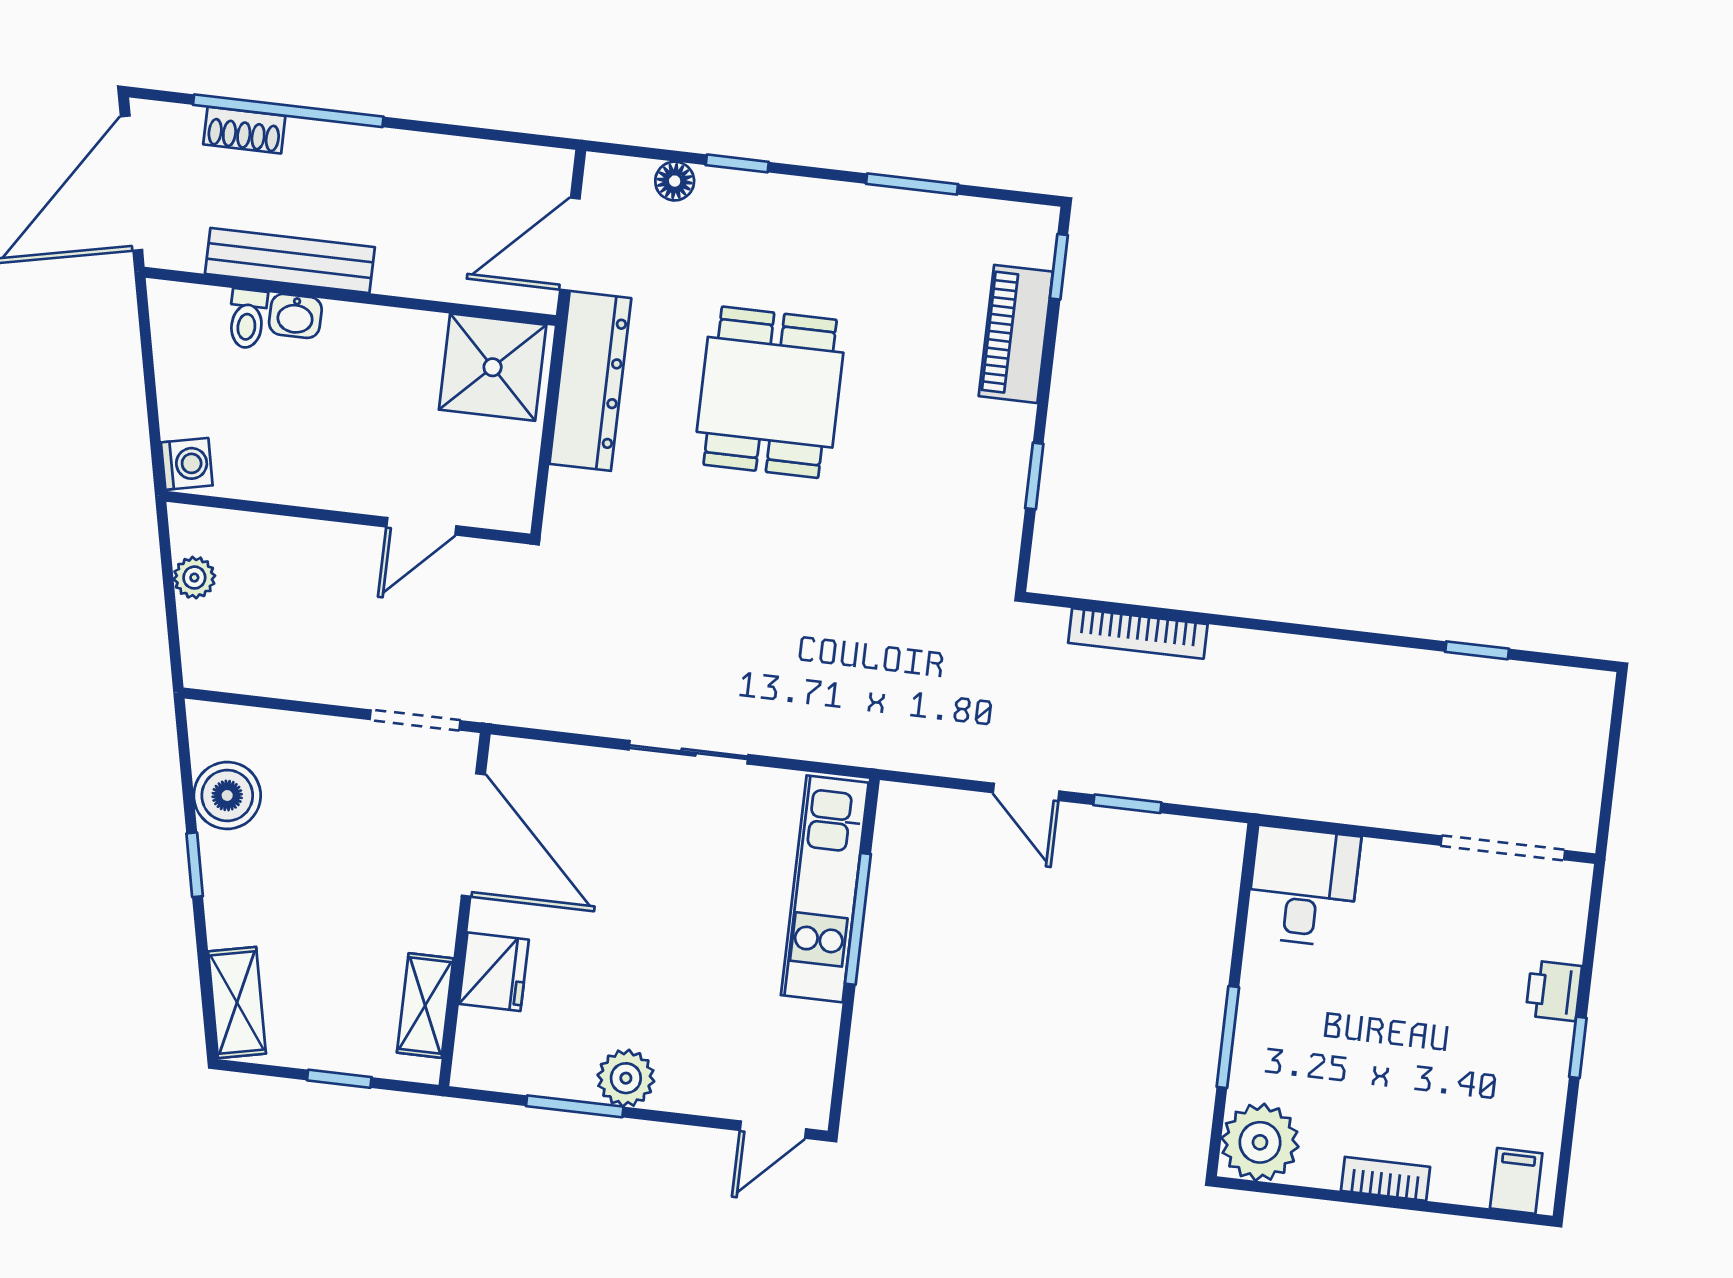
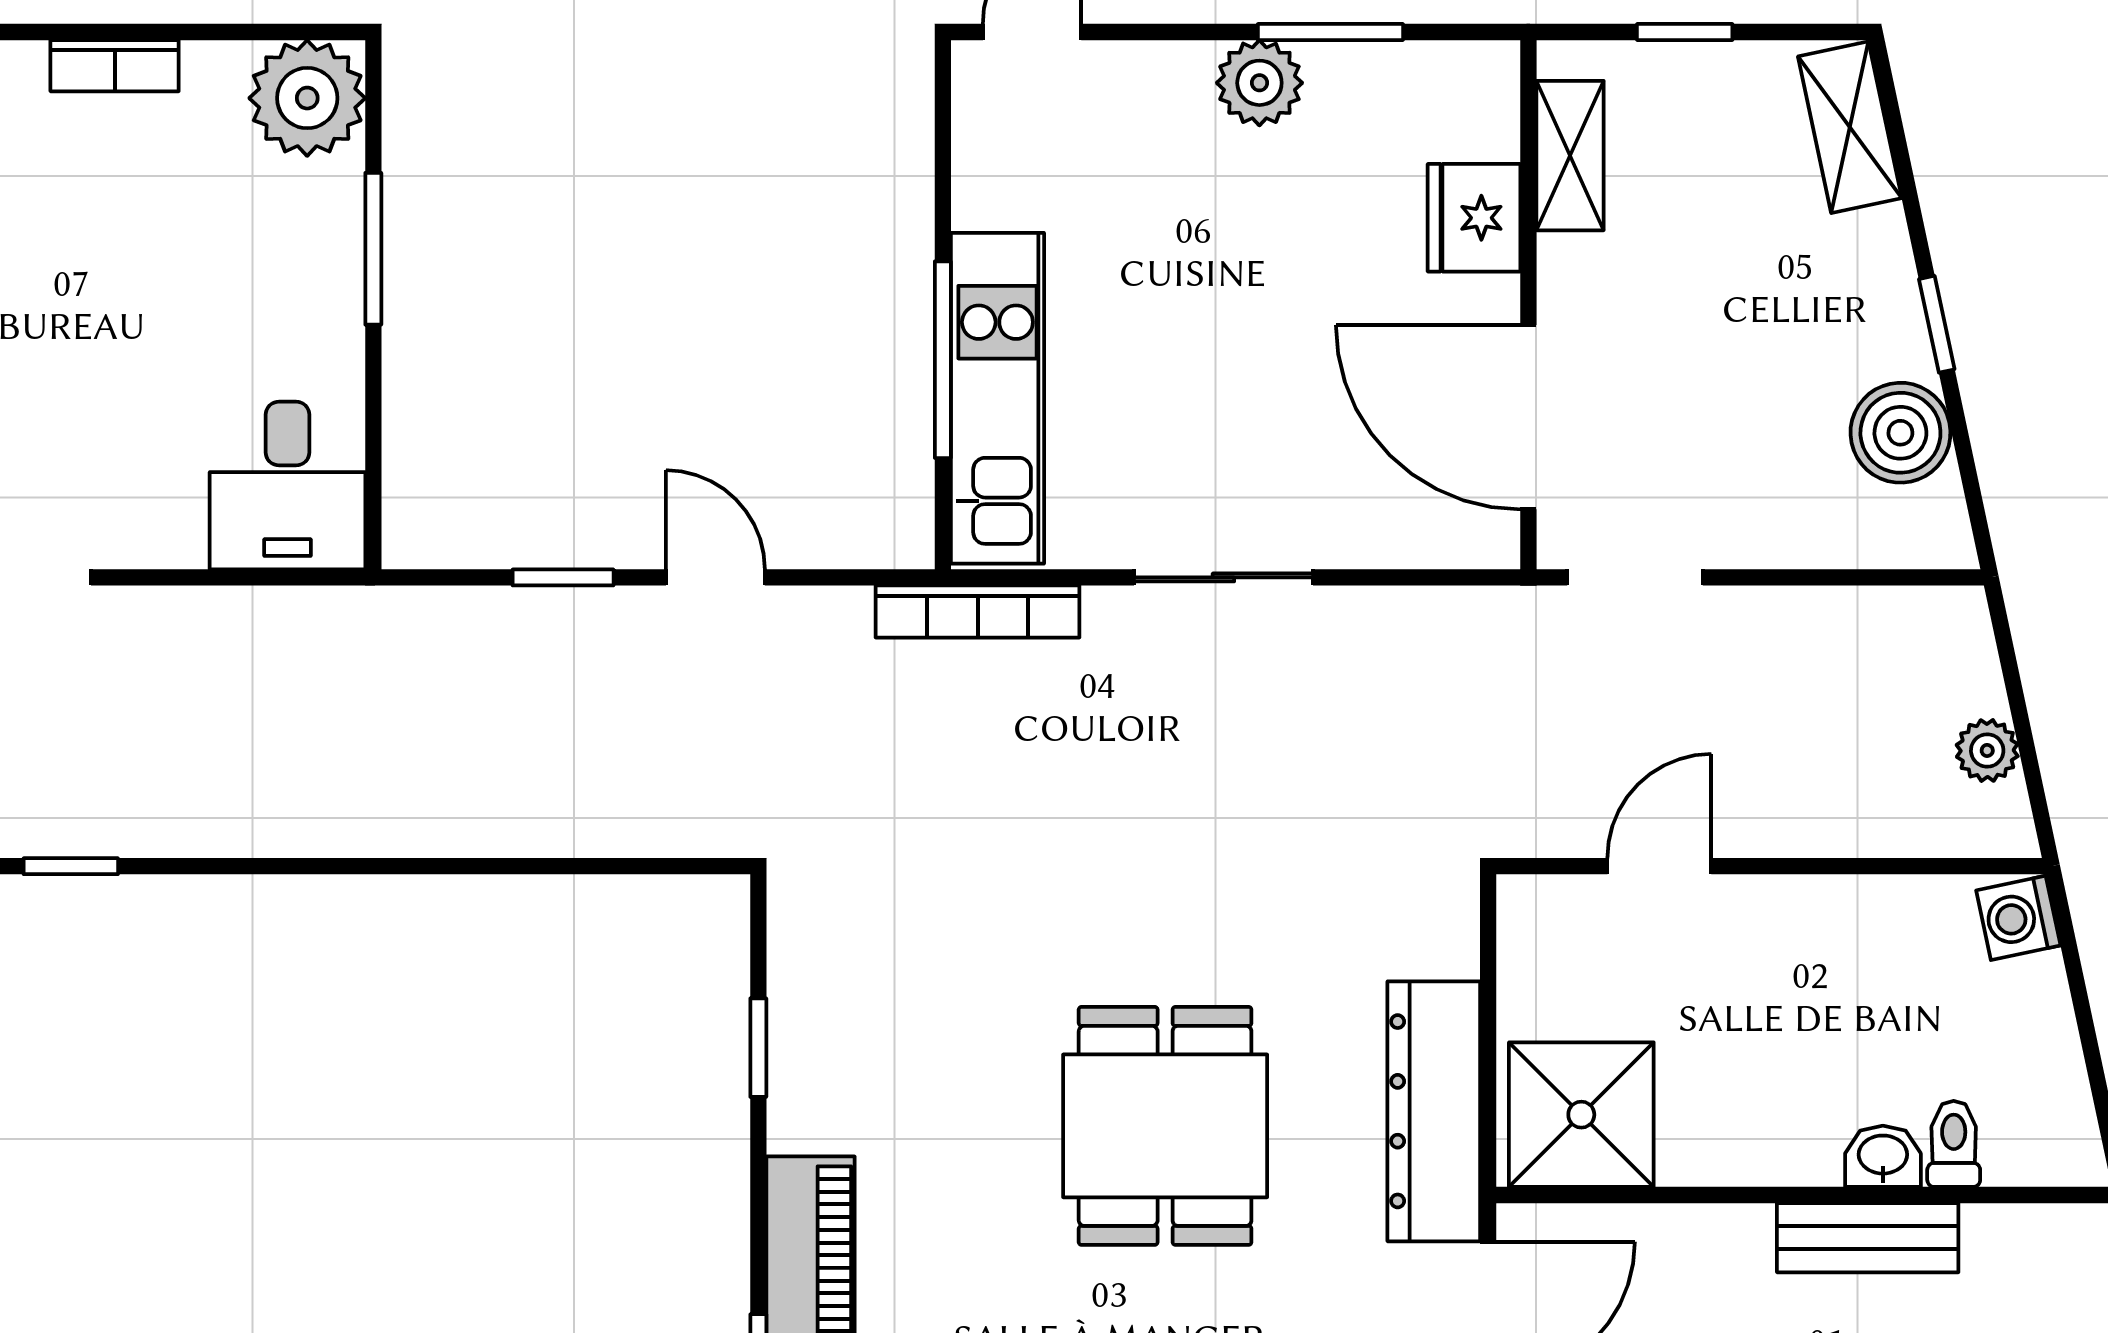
bench: (290, 261) -> (1868, 1238), width x0.73
bookcase: (1138, 633) -> (978, 612), moved, turned 180

